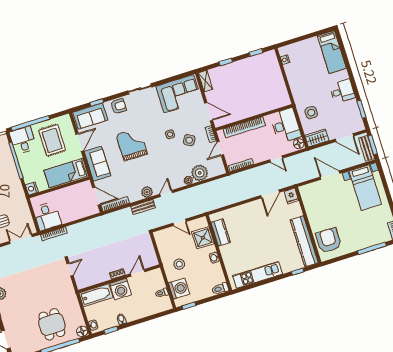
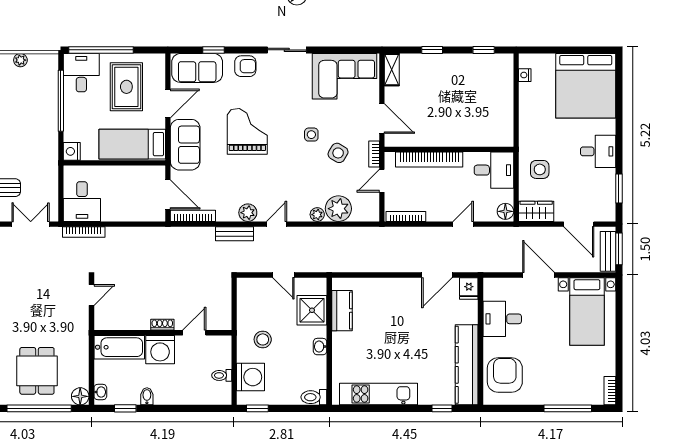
bed: (332, 52) -> (586, 86), width x2.04
desk: (286, 125) -> (494, 170), width x0.73
door: (276, 159) -> (463, 224), swing flipped
desk: (317, 208) -> (502, 319), added

